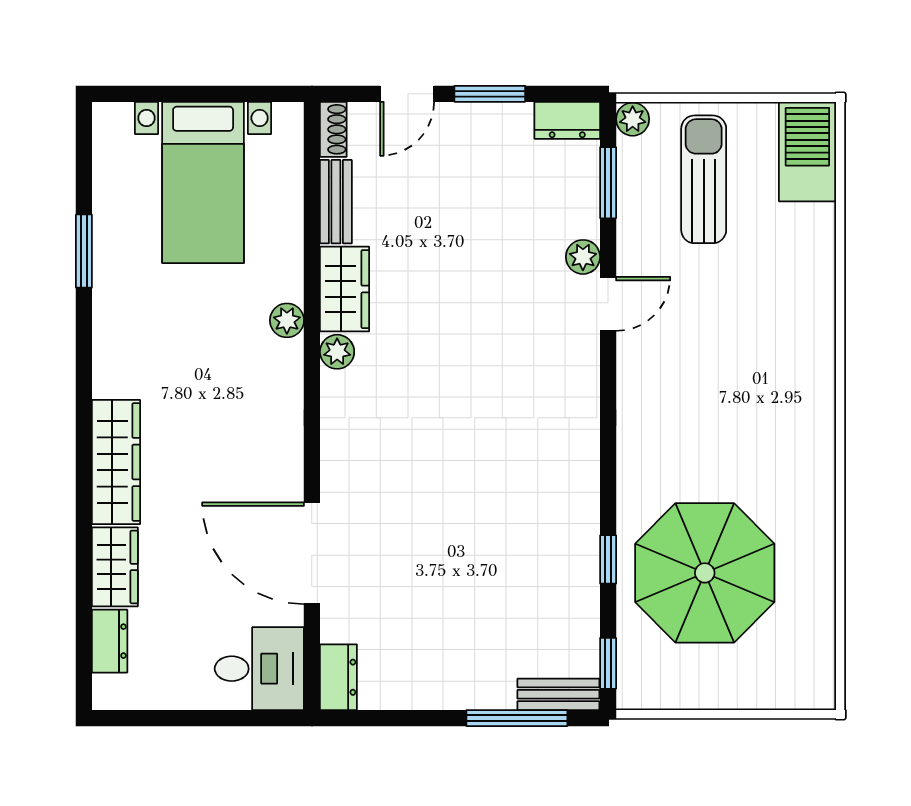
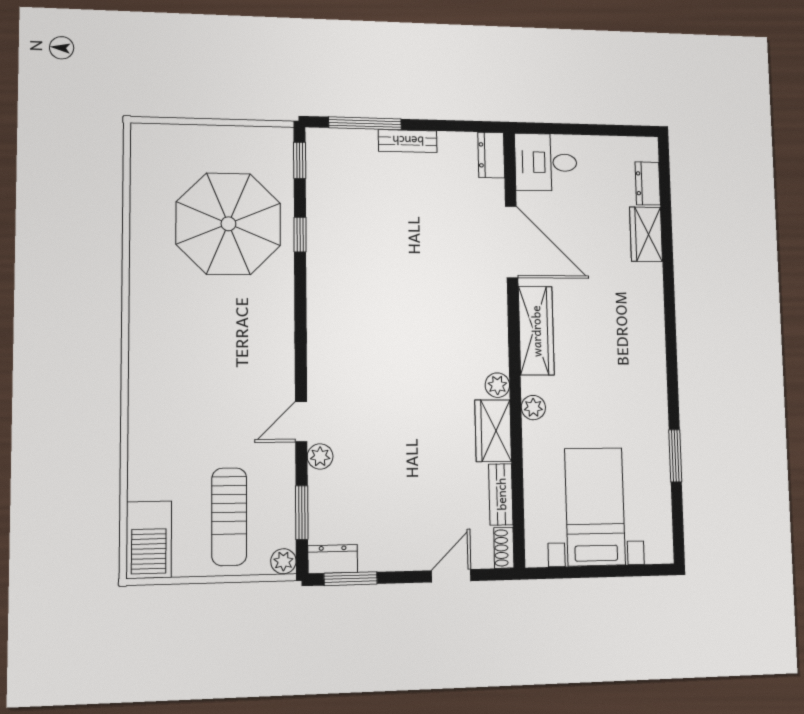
window: (490, 94) -> (351, 579), moved
wardrobe: (116, 462) -> (536, 331), moved, turned 180
bench: (558, 694) -> (408, 141), moved

